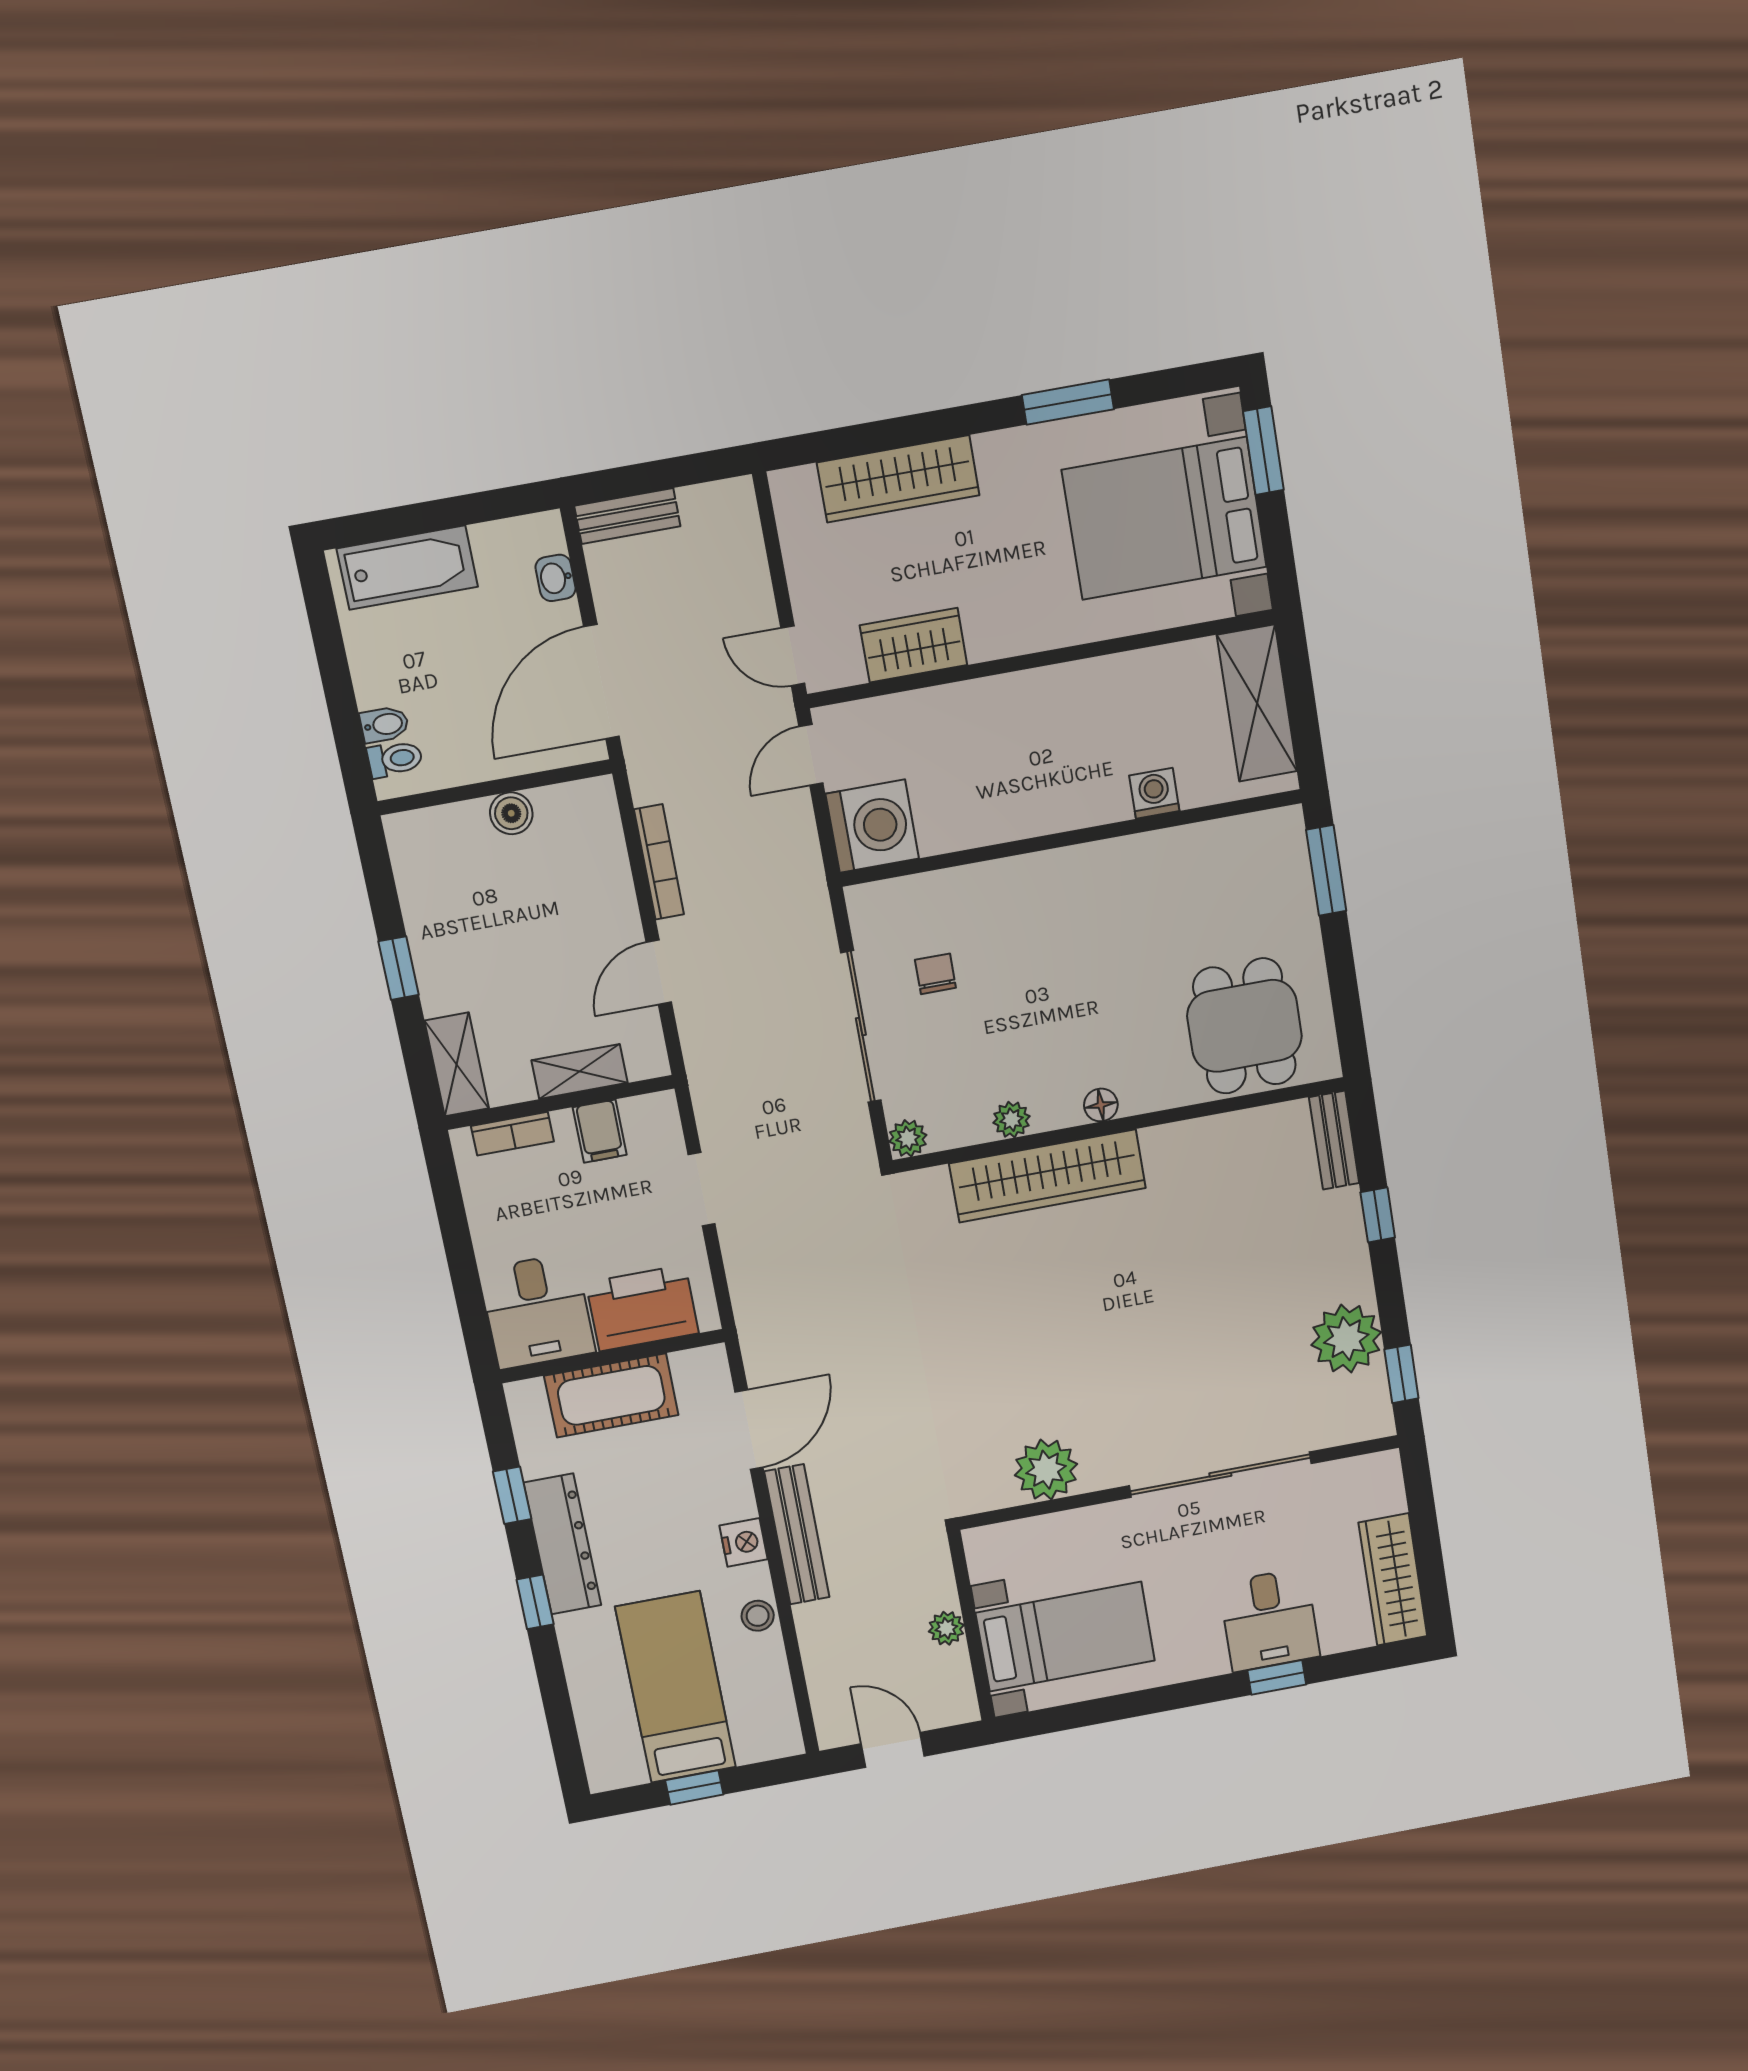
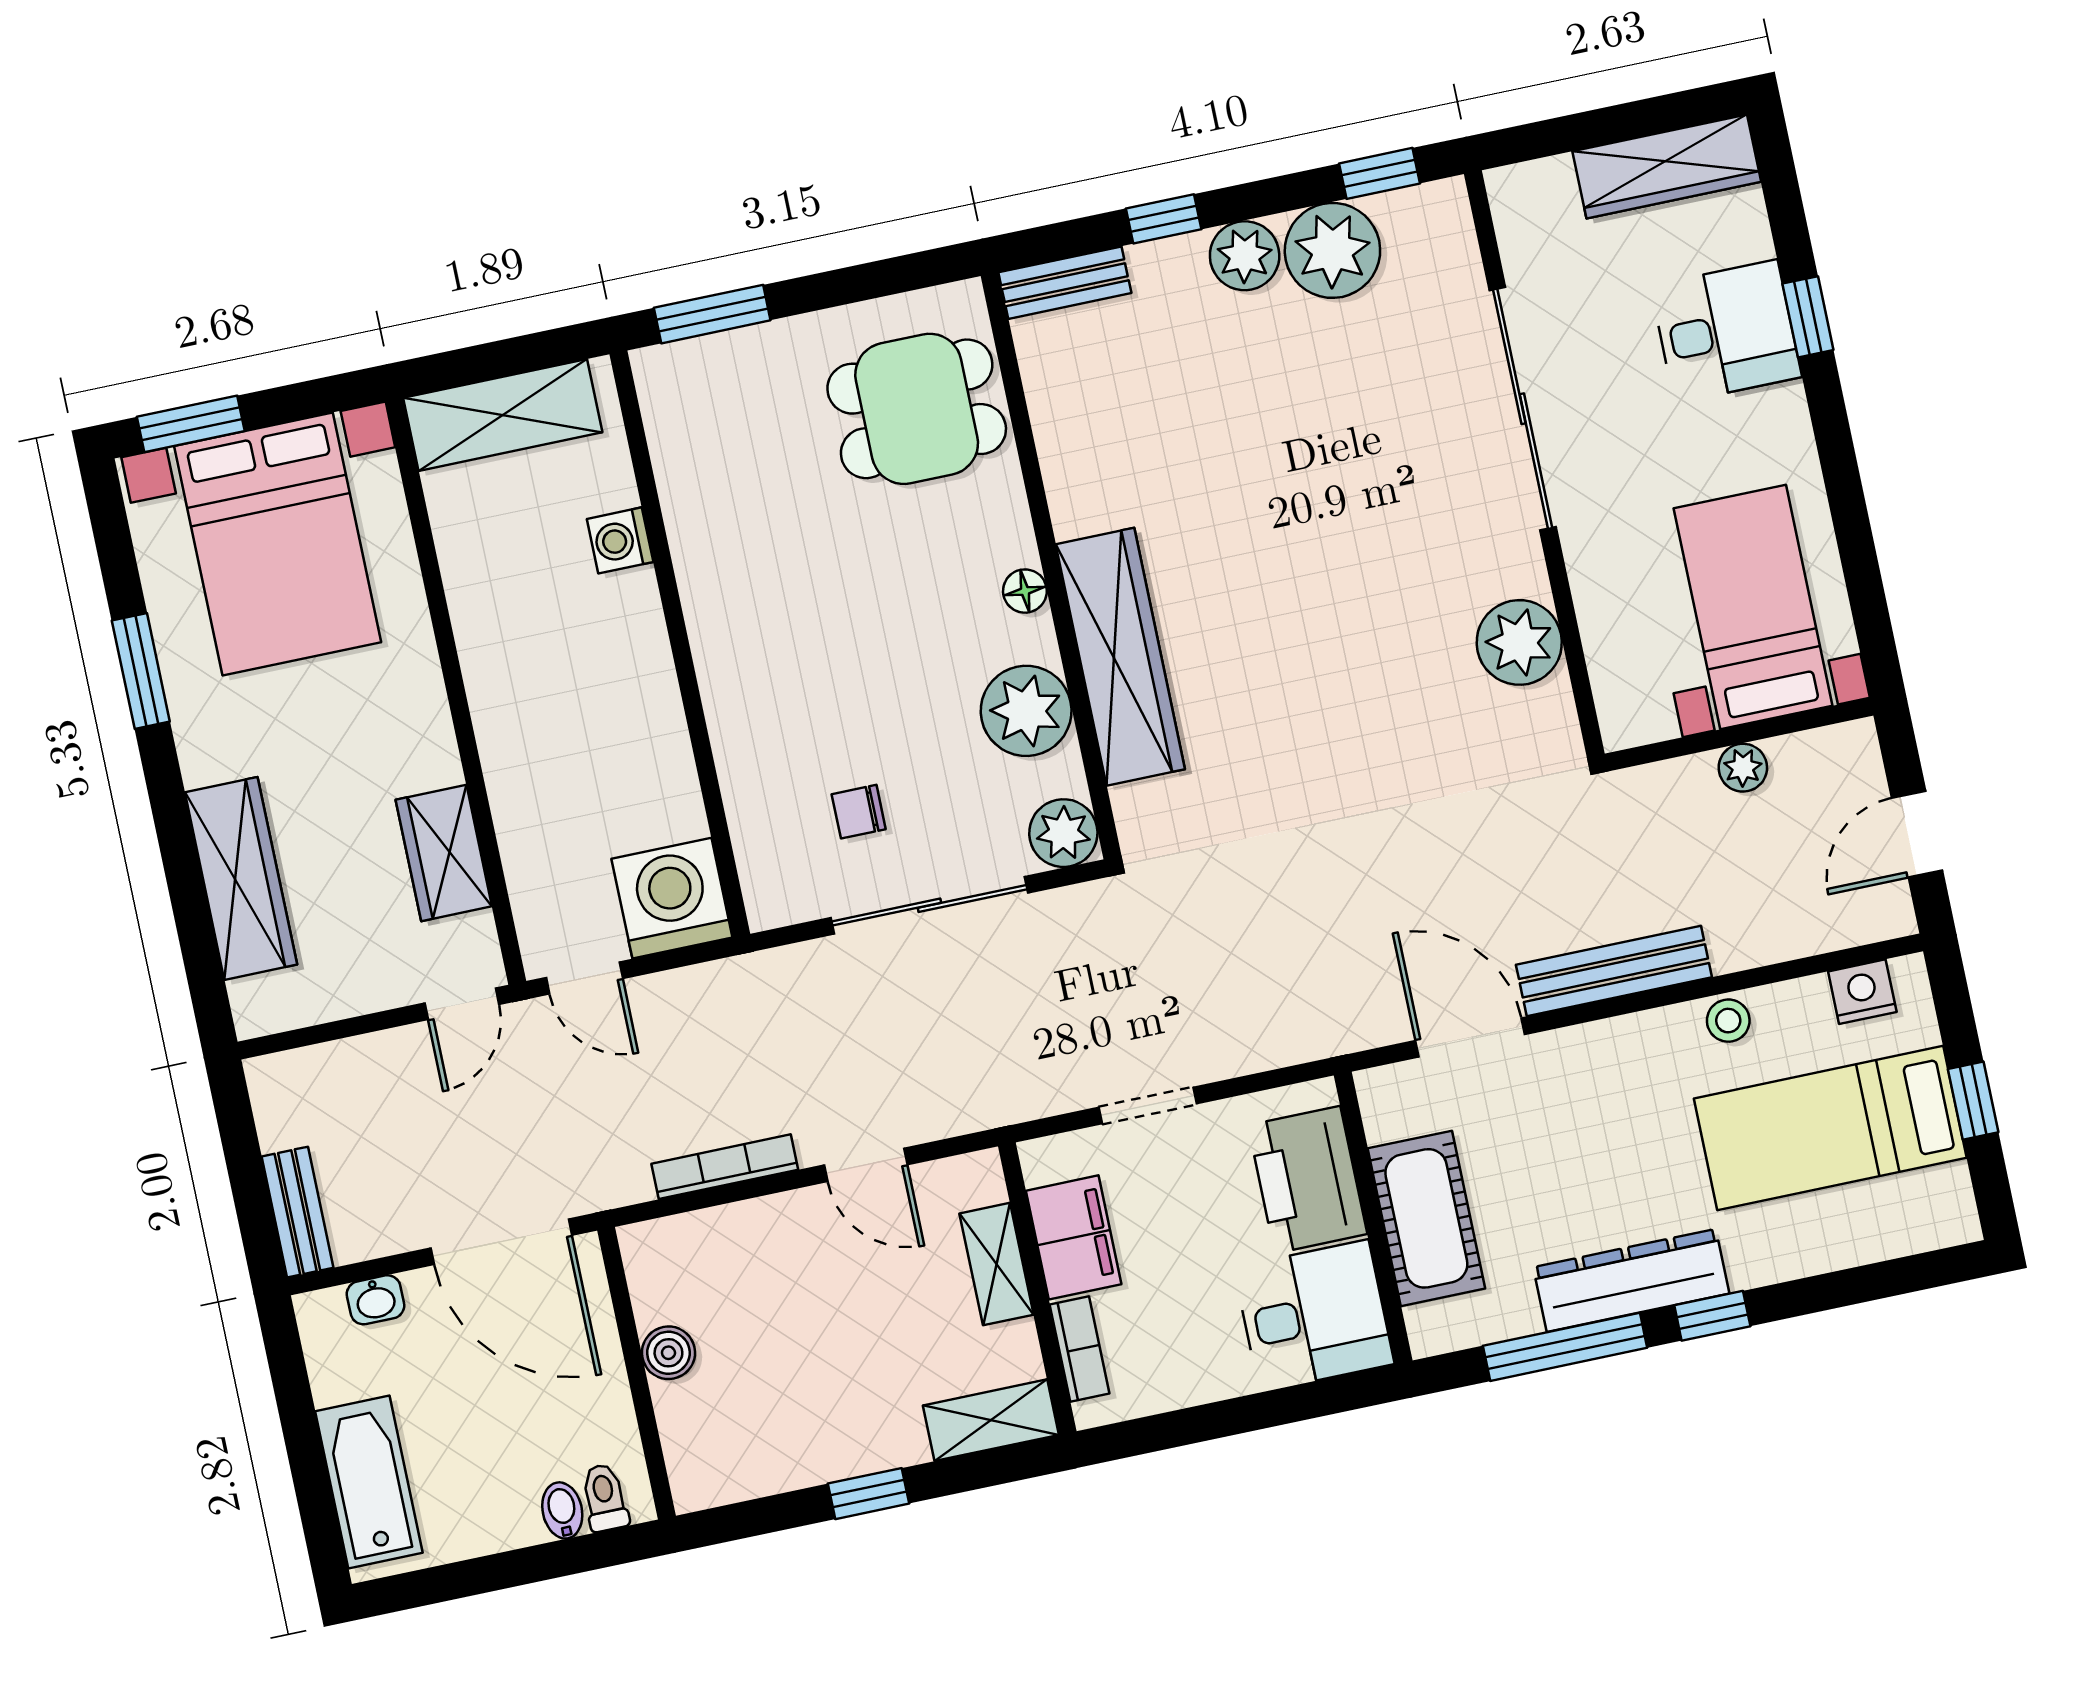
plant: (1012, 1120) -> (1026, 711), width x1.88, depth x1.88
filing cabinet: (600, 1131) -> (1074, 1237), width x2.00
plant: (908, 1138) -> (1063, 833), width x1.38, depth x1.38
plant: (1346, 1274) -> (1245, 256), added
window: (512, 1495) -> (1565, 1347), width x2.17
nightstand: (744, 1542) -> (1862, 992), moved

